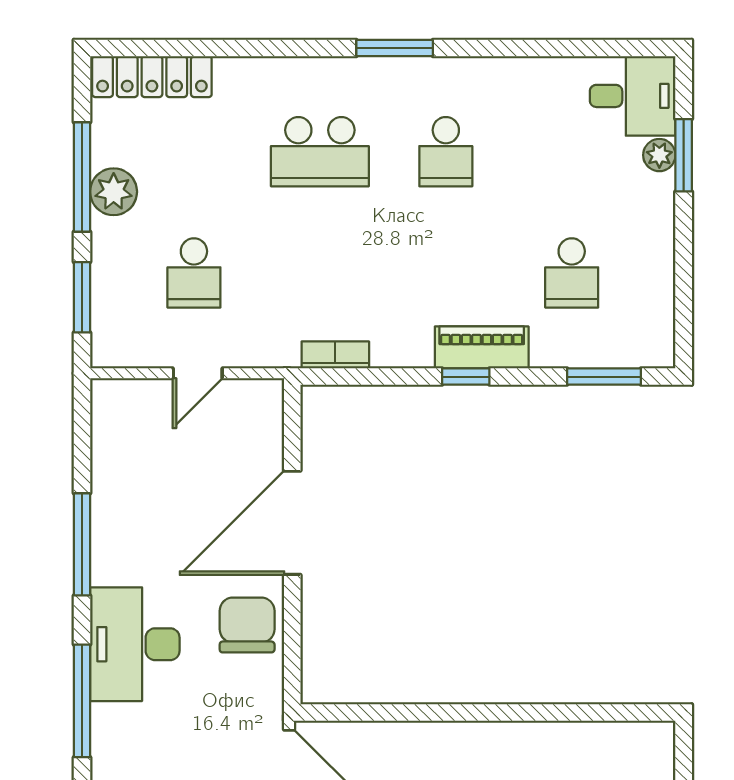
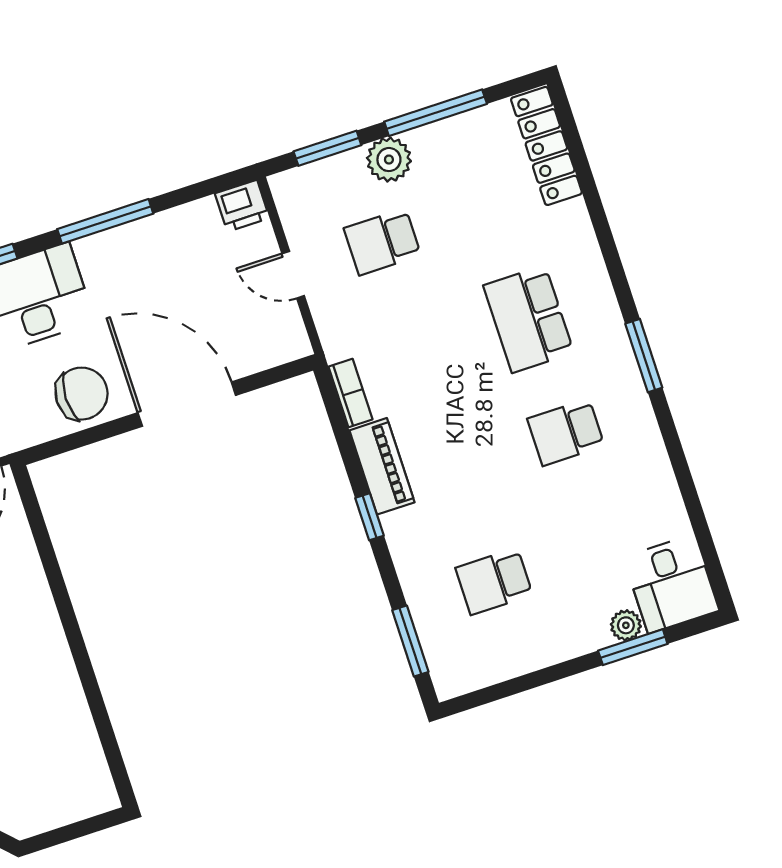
plant: (114, 192) -> (389, 160), moved
piano: (482, 347) -> (382, 466), moved
printer: (112, 402) -> (242, 206), added

